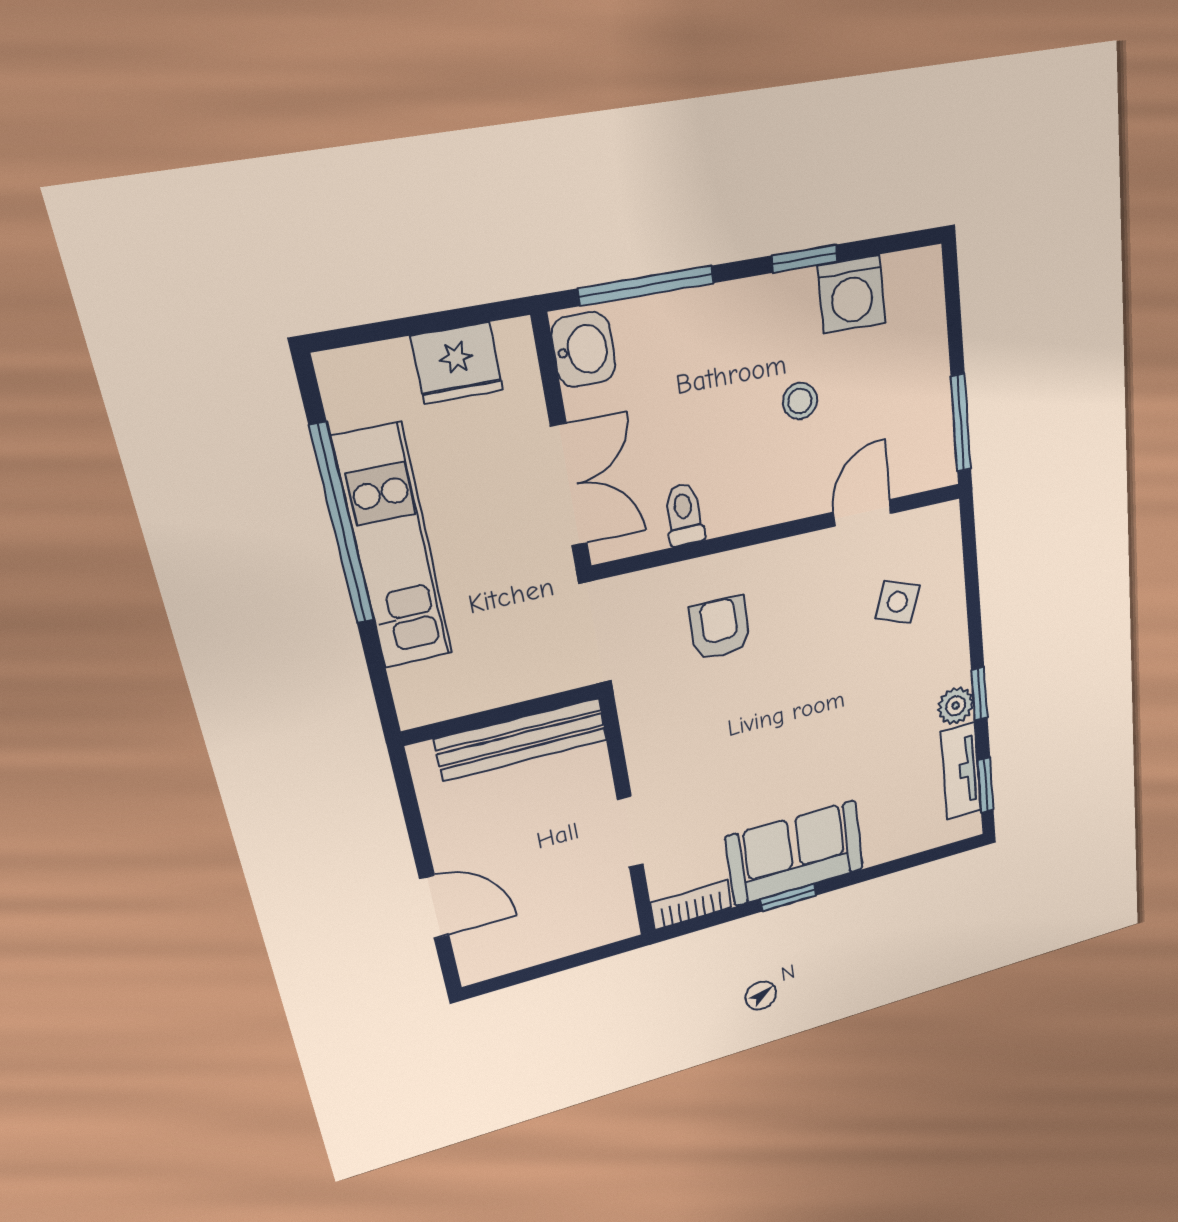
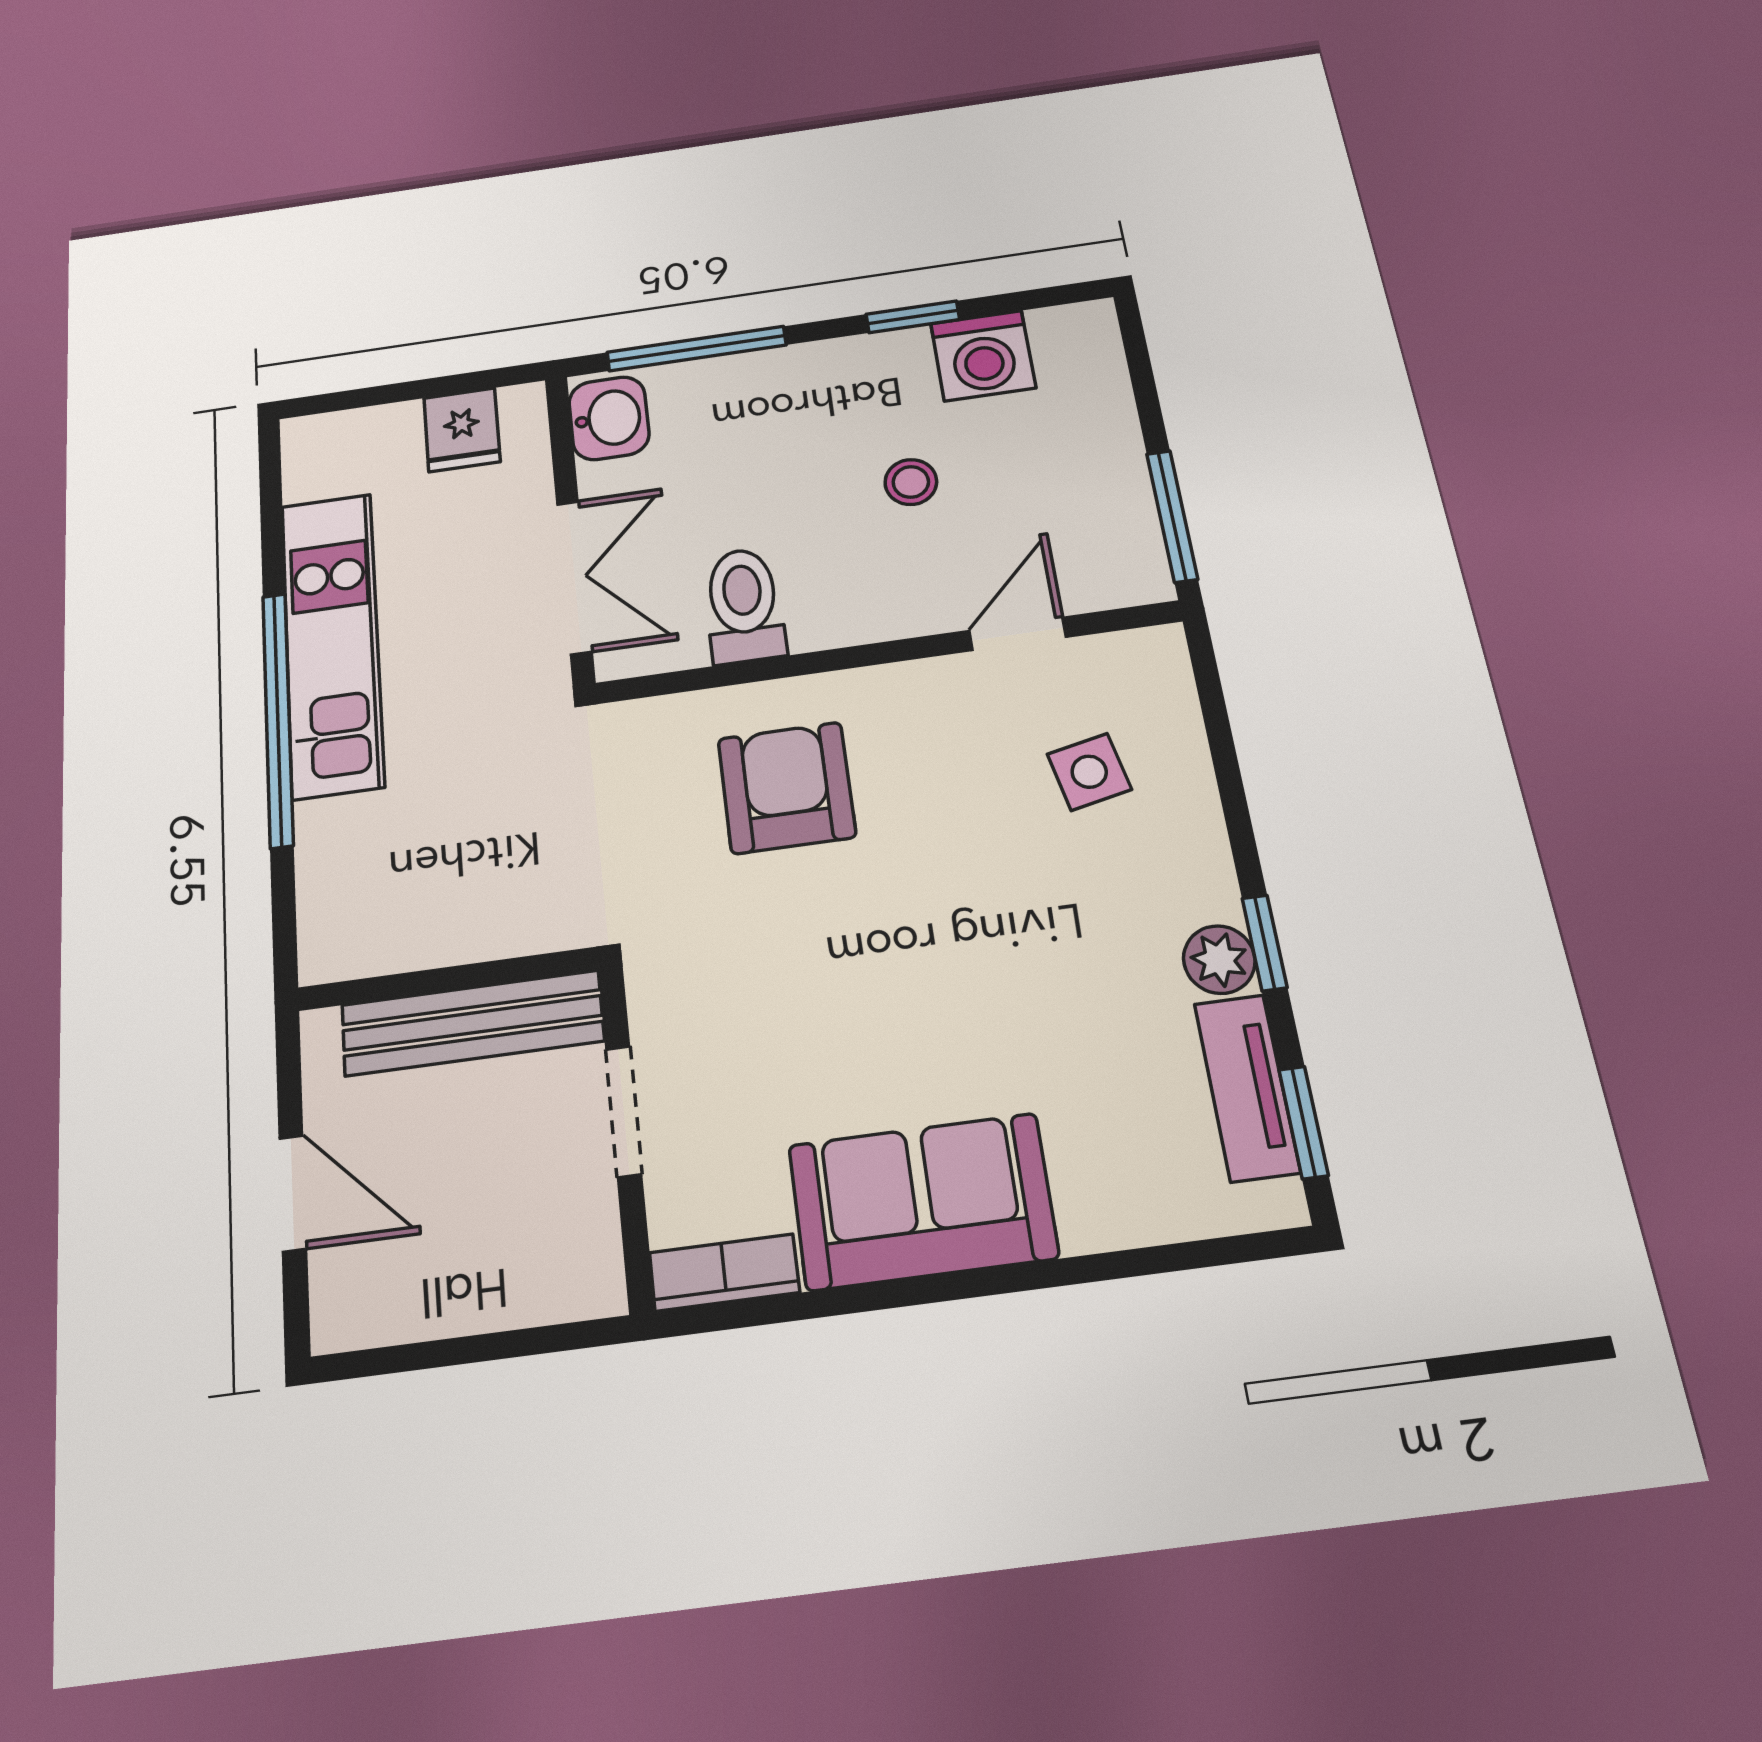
fridge: (457, 363) -> (462, 430), width x0.72
toilet: (684, 514) -> (744, 605), width x1.37, depth x1.39
window: (342, 525) -> (278, 718), moved
side table: (897, 602) -> (1089, 772), turned -32
armchair: (720, 628) -> (787, 788), width x1.38, depth x1.38
wall: (502, 714) -> (448, 979), moved
bench: (522, 739) -> (472, 1023), moved
window: (788, 897) -> (911, 1292), removed

